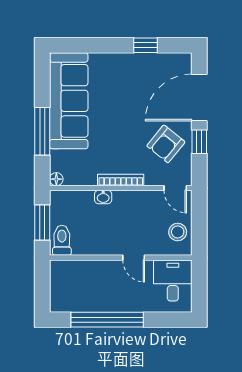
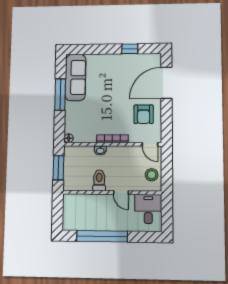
sofa: (69, 101) -> (75, 77), width x0.74, depth x0.79
window: (42, 131) -> (60, 95), moved
window: (199, 142) -> (167, 113), removed
armchair: (166, 144) -> (144, 114), turned -39
toilet: (62, 240) -> (99, 180), moved

